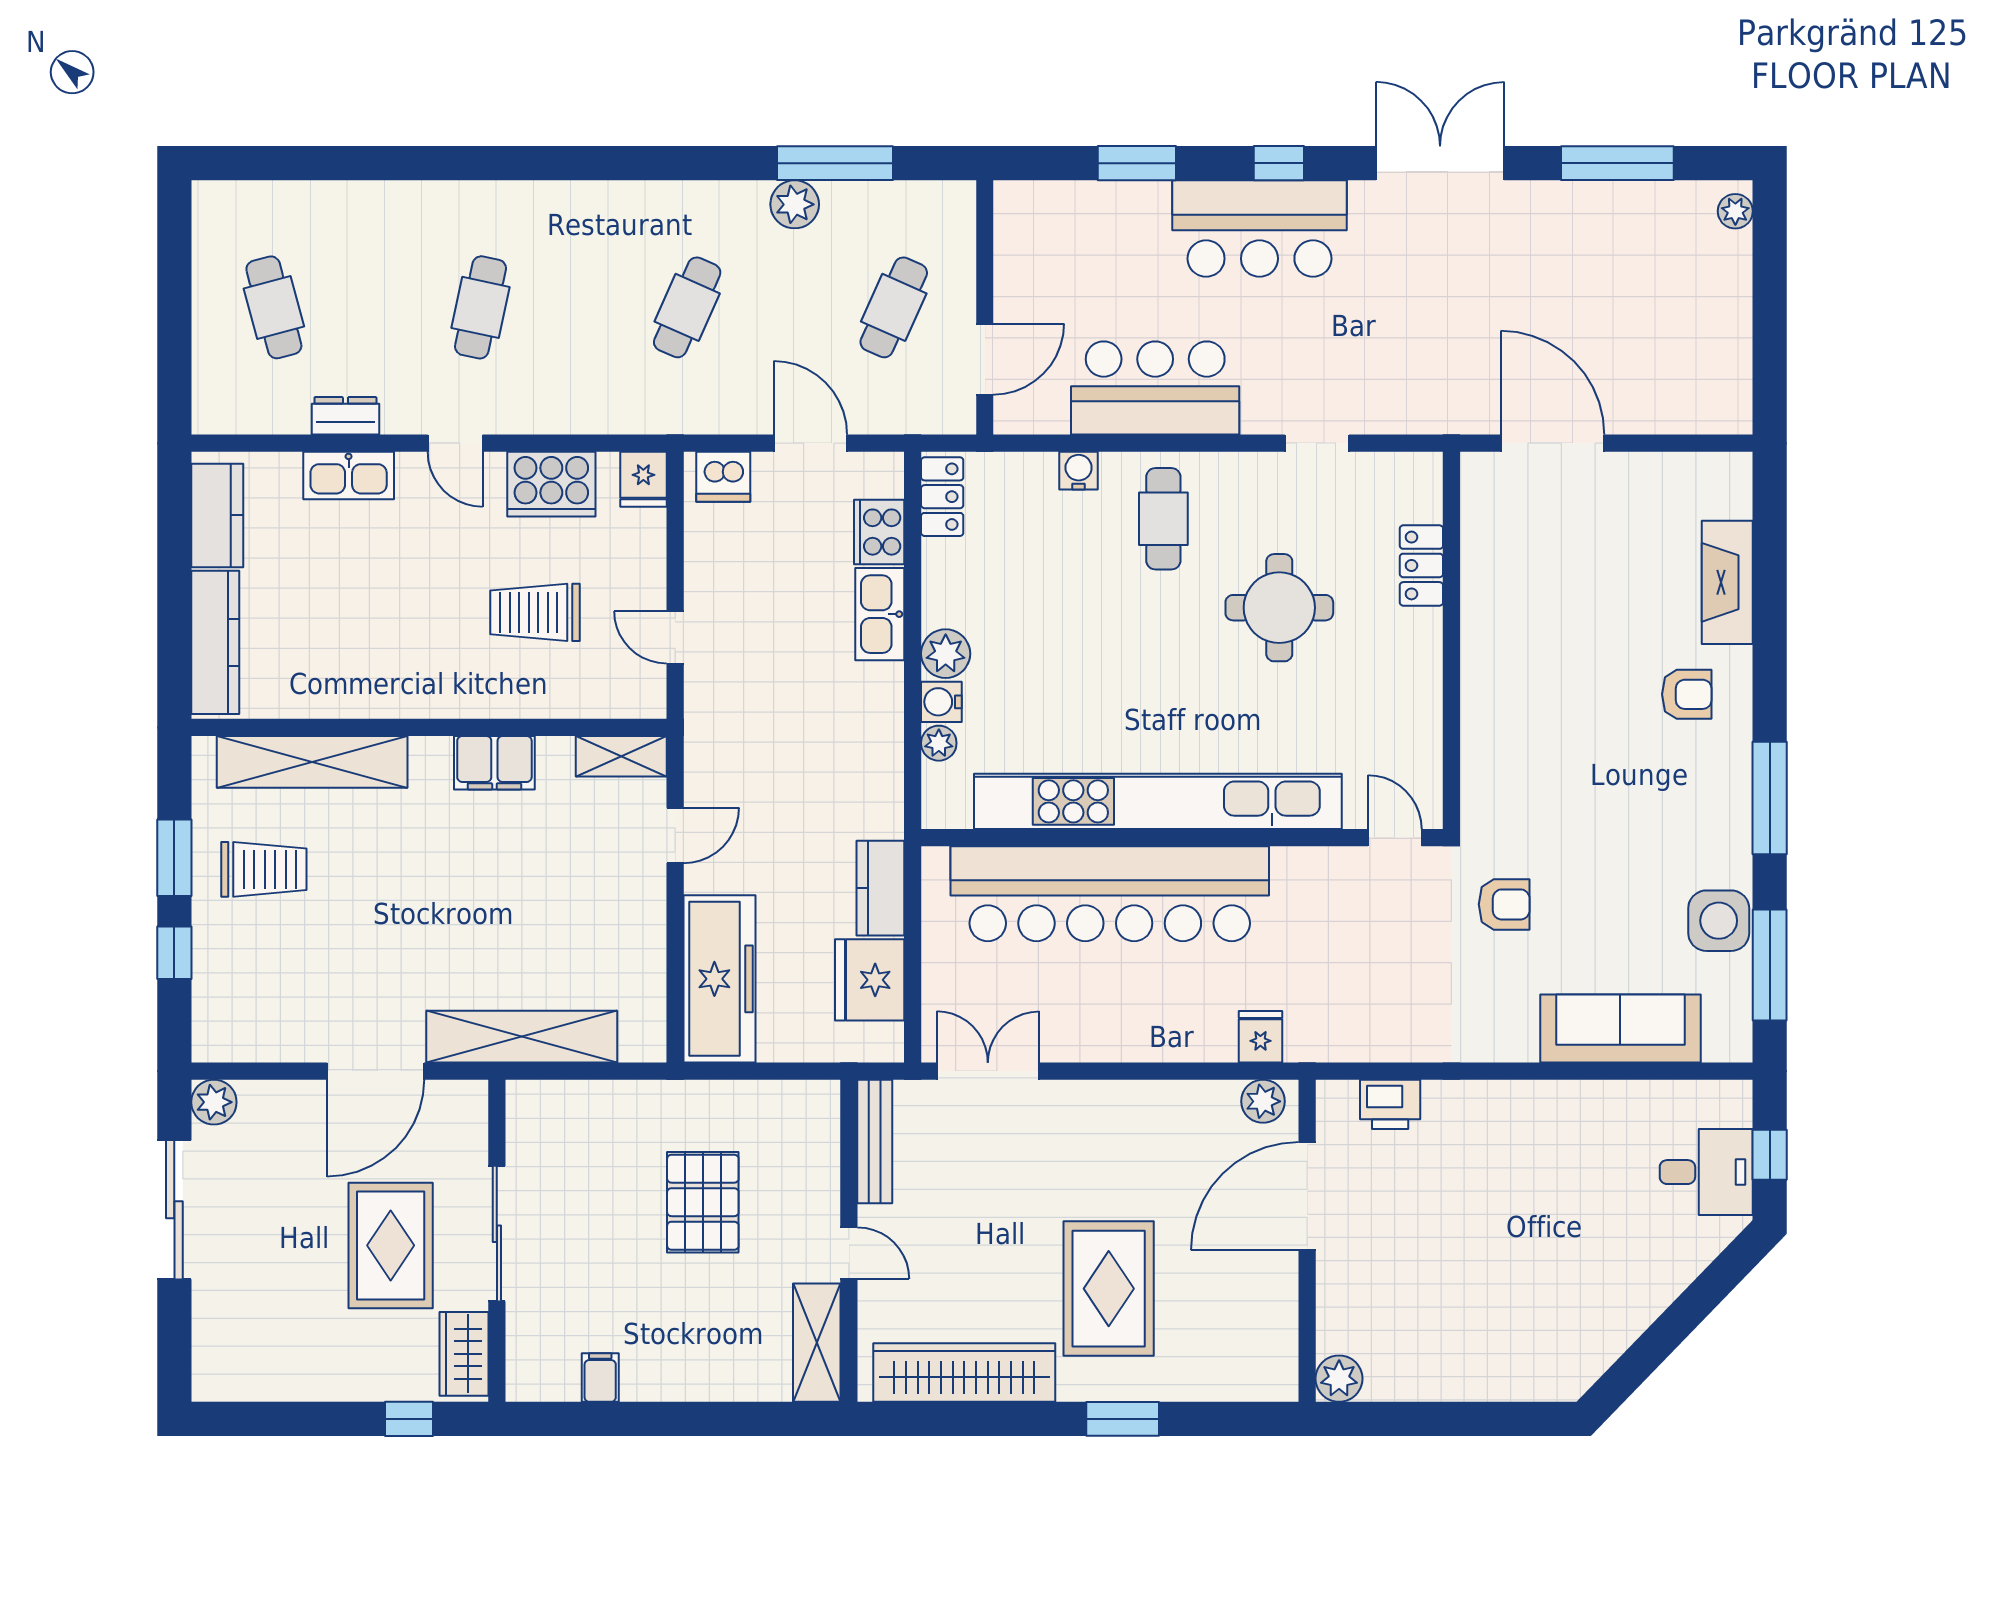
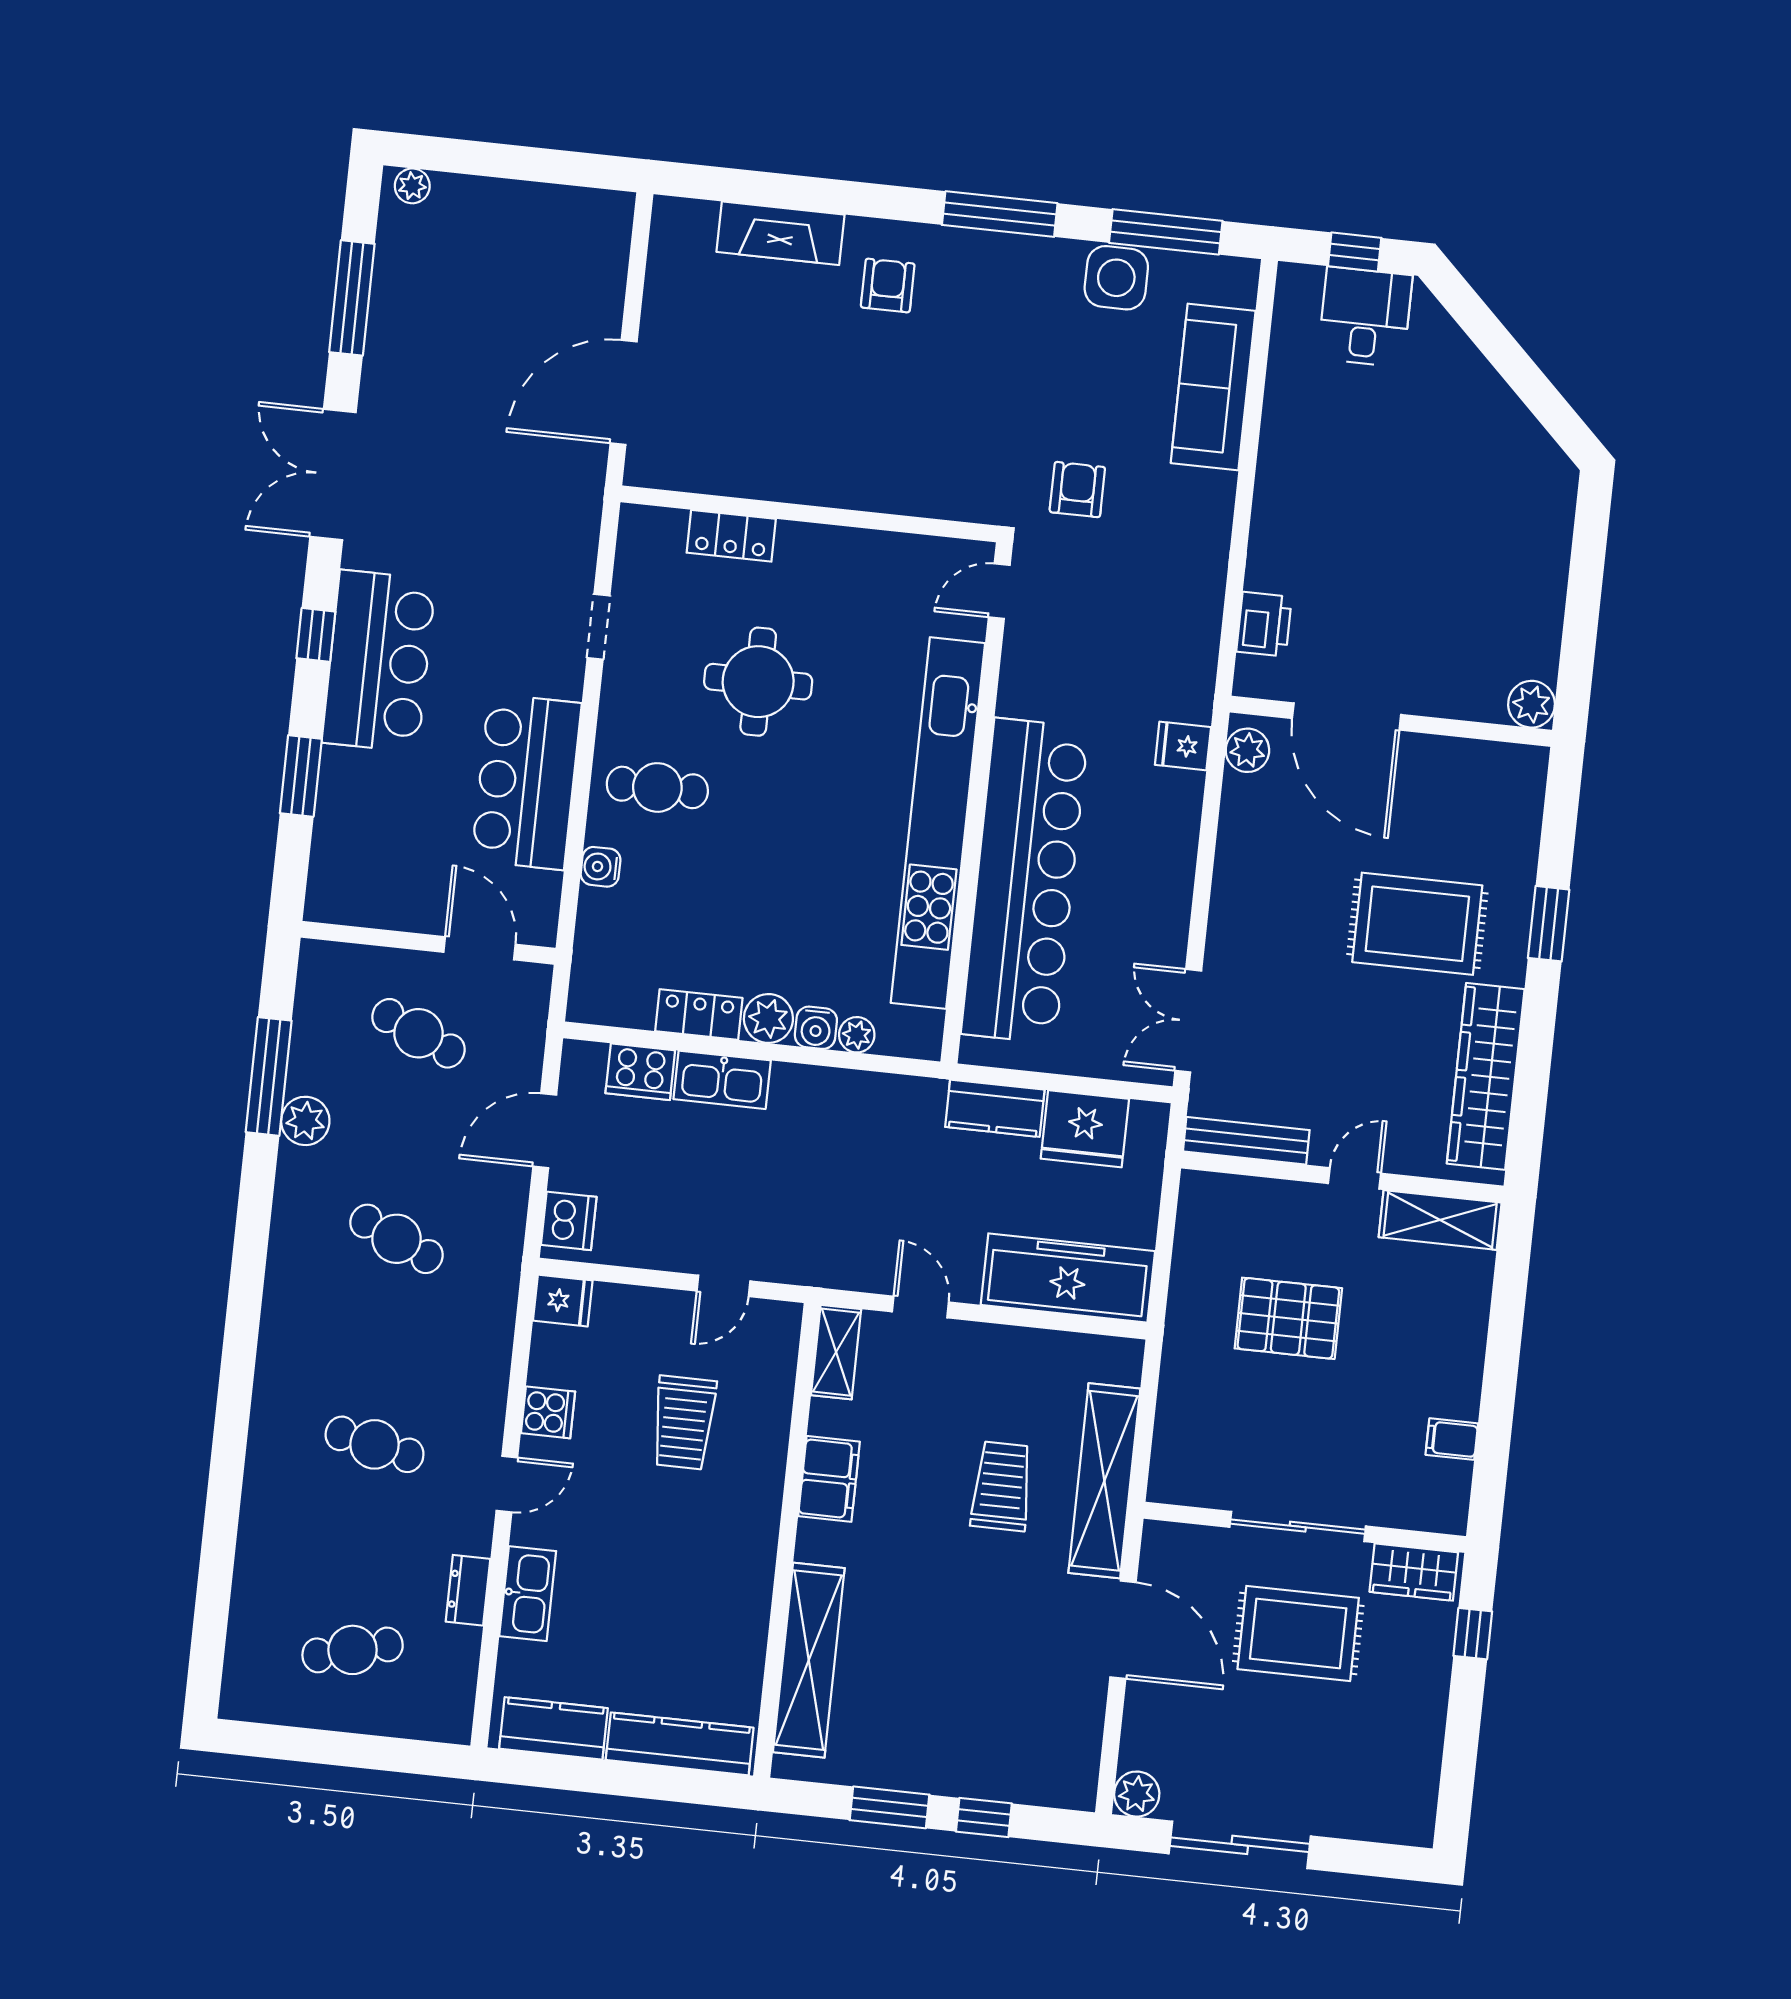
cooker: (551, 484) -> (548, 1412), width x0.53, depth x0.76
locker: (942, 497) -> (699, 1015), moved
trolley: (264, 869) -> (1002, 1486), moved

